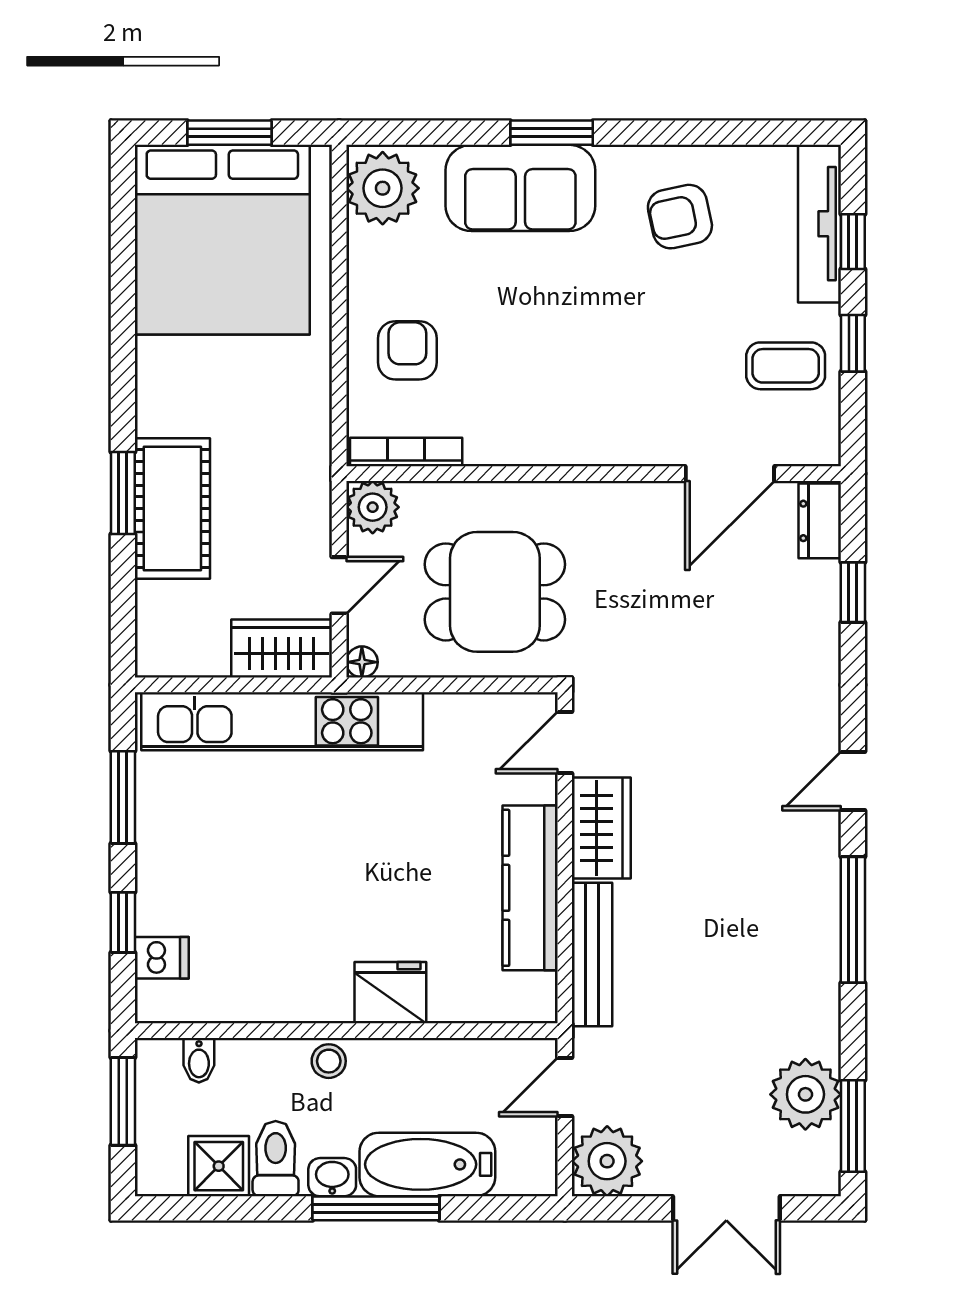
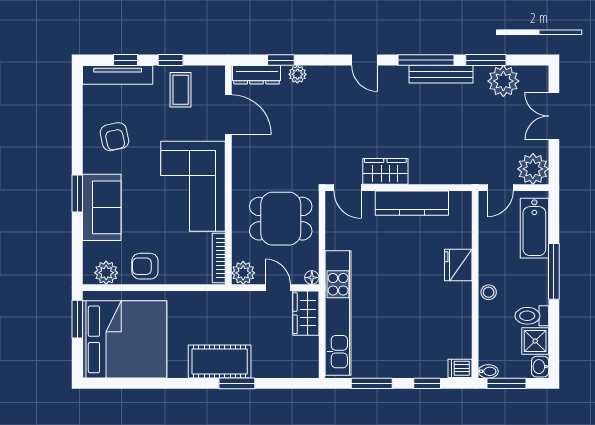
window: (229, 133) -> (77, 319), moved
plant: (383, 188) -> (106, 273), width x0.73, depth x0.73
armchair: (407, 350) -> (145, 266), moved
corner sofa: (568, 394) -> (193, 186), added
cot: (172, 508) -> (220, 362), moved
dresser: (820, 521) -> (257, 75), width x1.44
dining table: (495, 592) -> (281, 219), turned 90
plant: (821, 630) -> (297, 74), added
bench: (592, 954) -> (441, 74), moved
dishwasher: (162, 958) -> (460, 368), moved, turned -90
bidet: (199, 1060) -> (488, 371), moved
door: (565, 1087) -> (500, 188), hinge flipped
window: (853, 1126) -> (486, 60), moved
bathtub: (427, 1164) -> (534, 228), moved
washbasin: (332, 1177) -> (540, 367), moved
double door: (726, 1208) -> (554, 116), swing flipped

